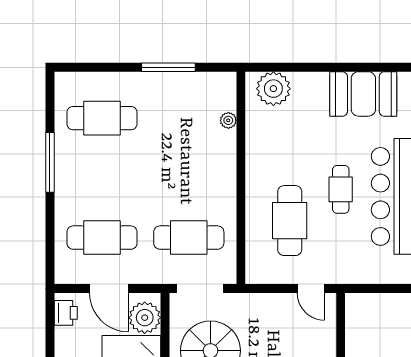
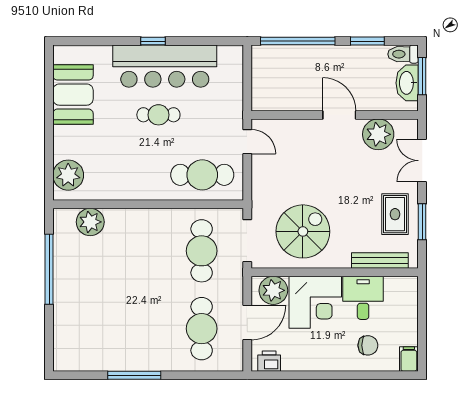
window: (168, 67) -> (49, 269), width x1.46
cafe table: (102, 118) -> (95, 329), removed
plant: (228, 120) -> (90, 222), width x1.88, depth x1.88
cafe table: (290, 221) -> (202, 175), moved
door: (311, 288) -> (247, 142), hinge flipped

